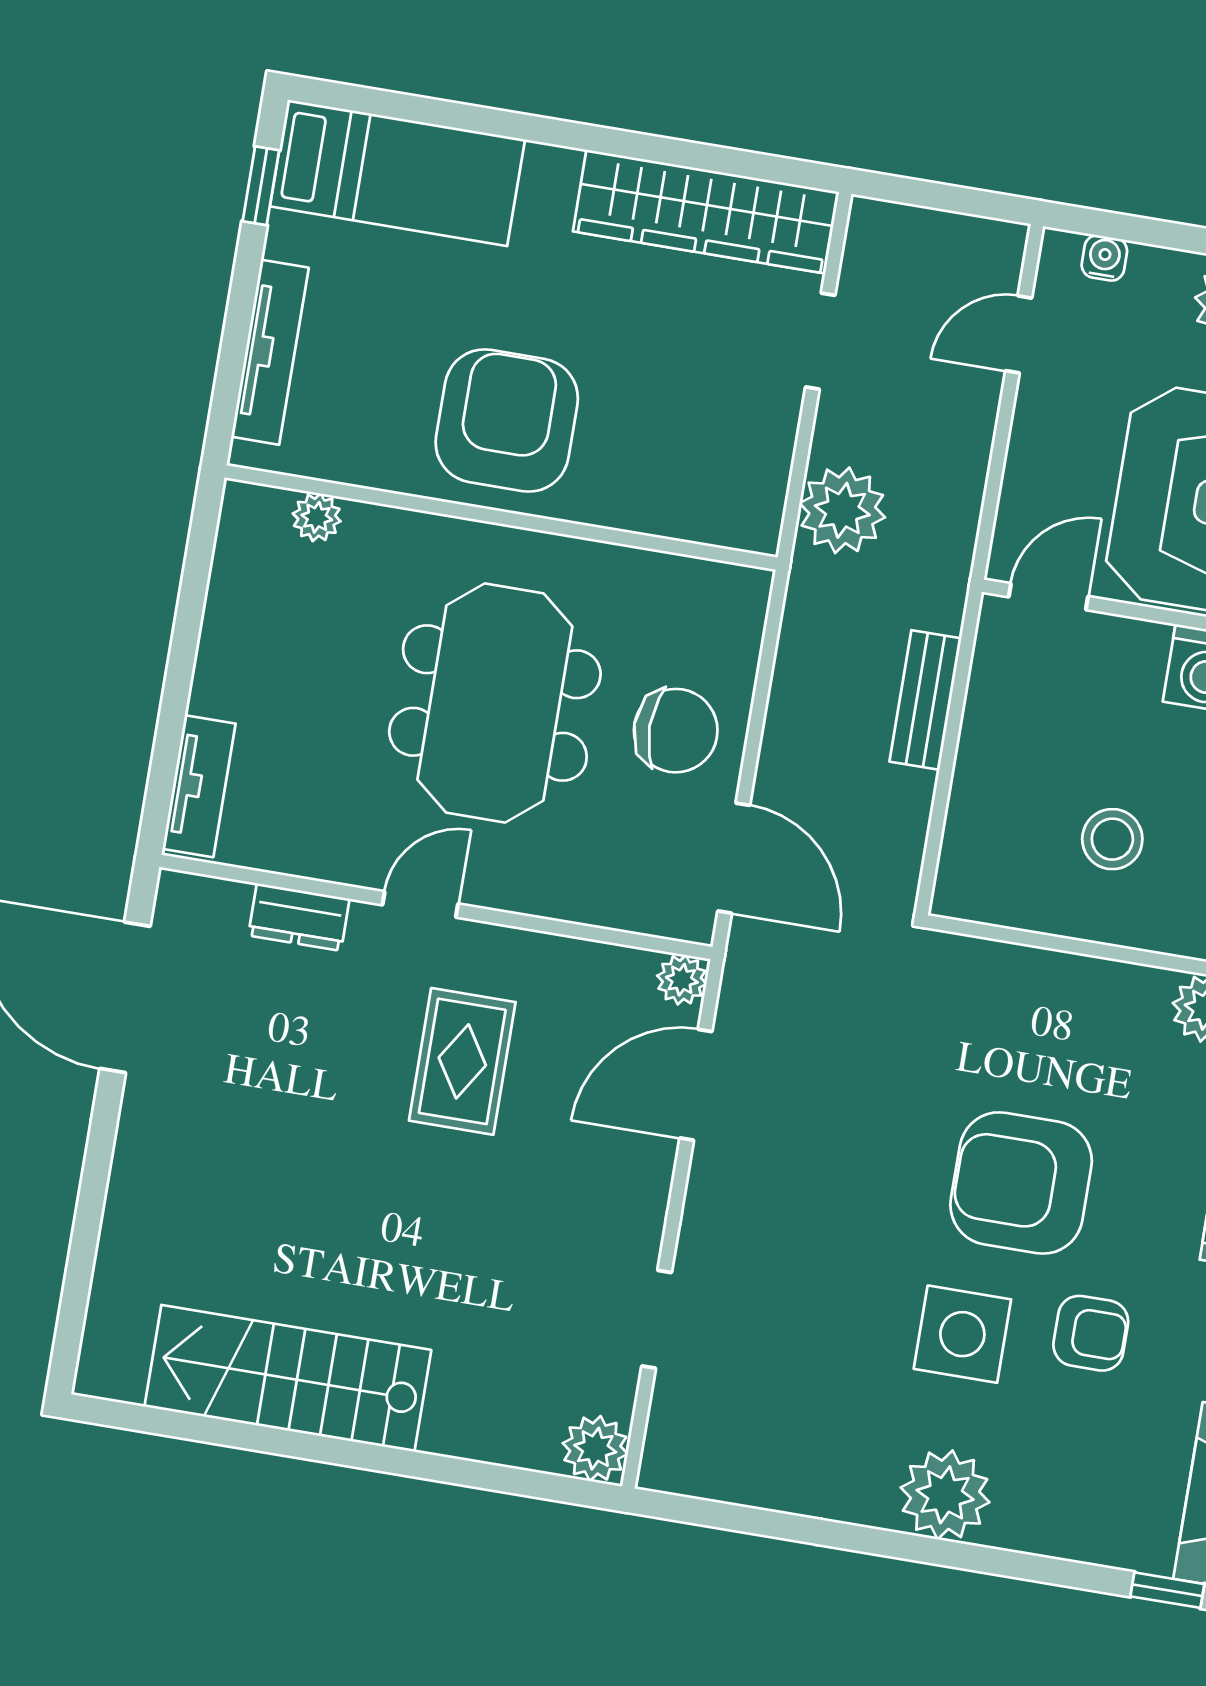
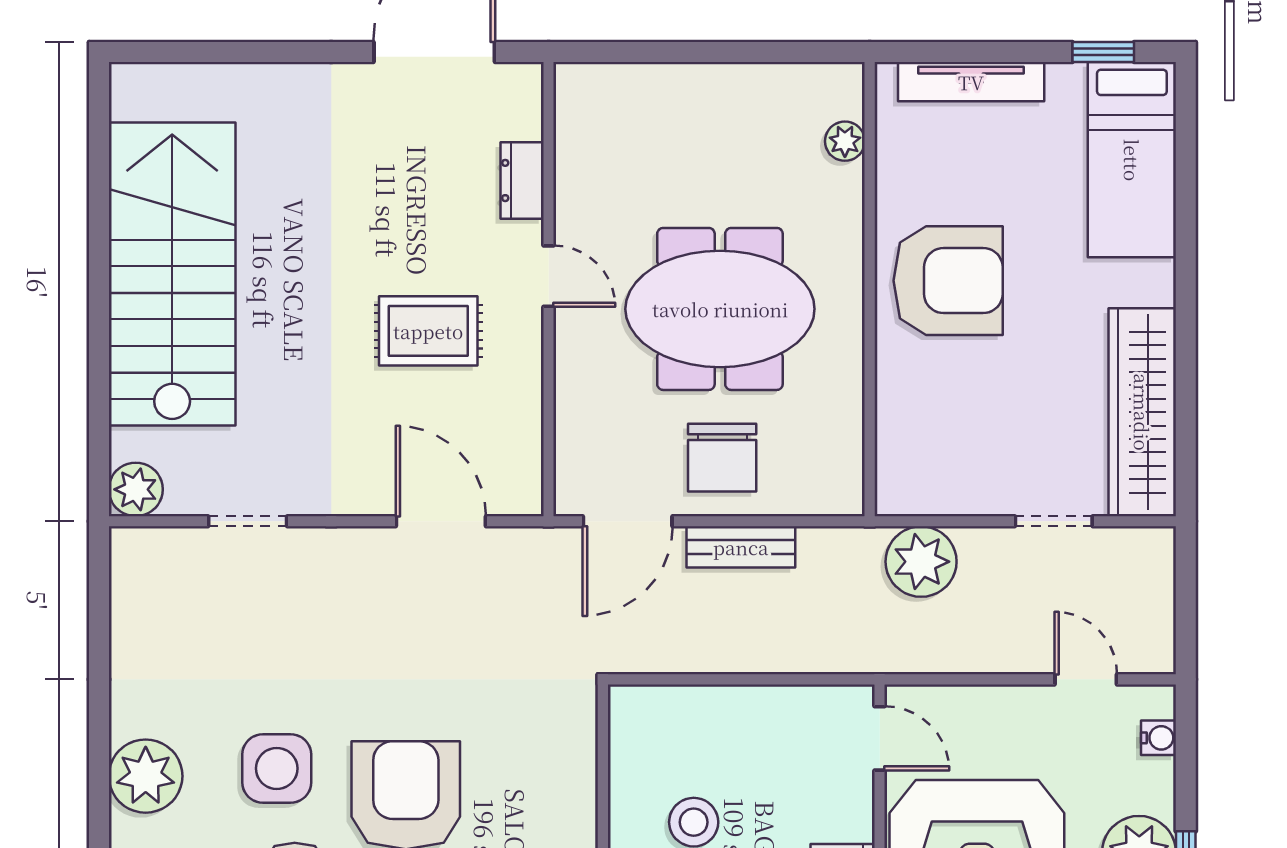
bench: (925, 700) -> (741, 547), moved
tv unit: (199, 786) -> (614, 83), removed
plant: (682, 980) -> (523, 496), removed
stairs: (288, 1378) -> (172, 274), width x1.36, depth x1.51

